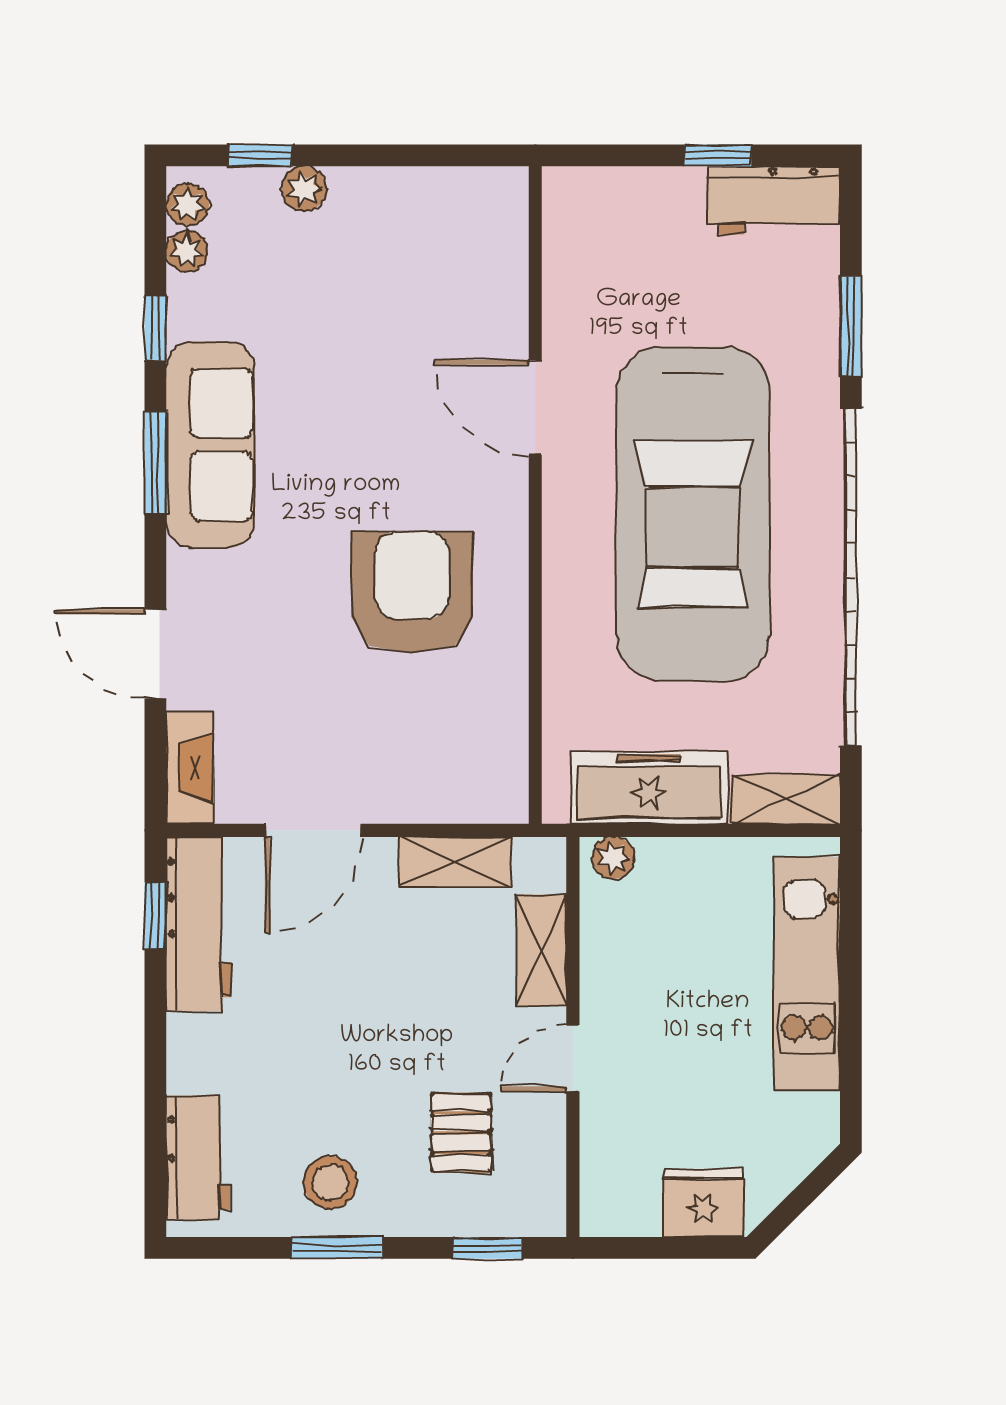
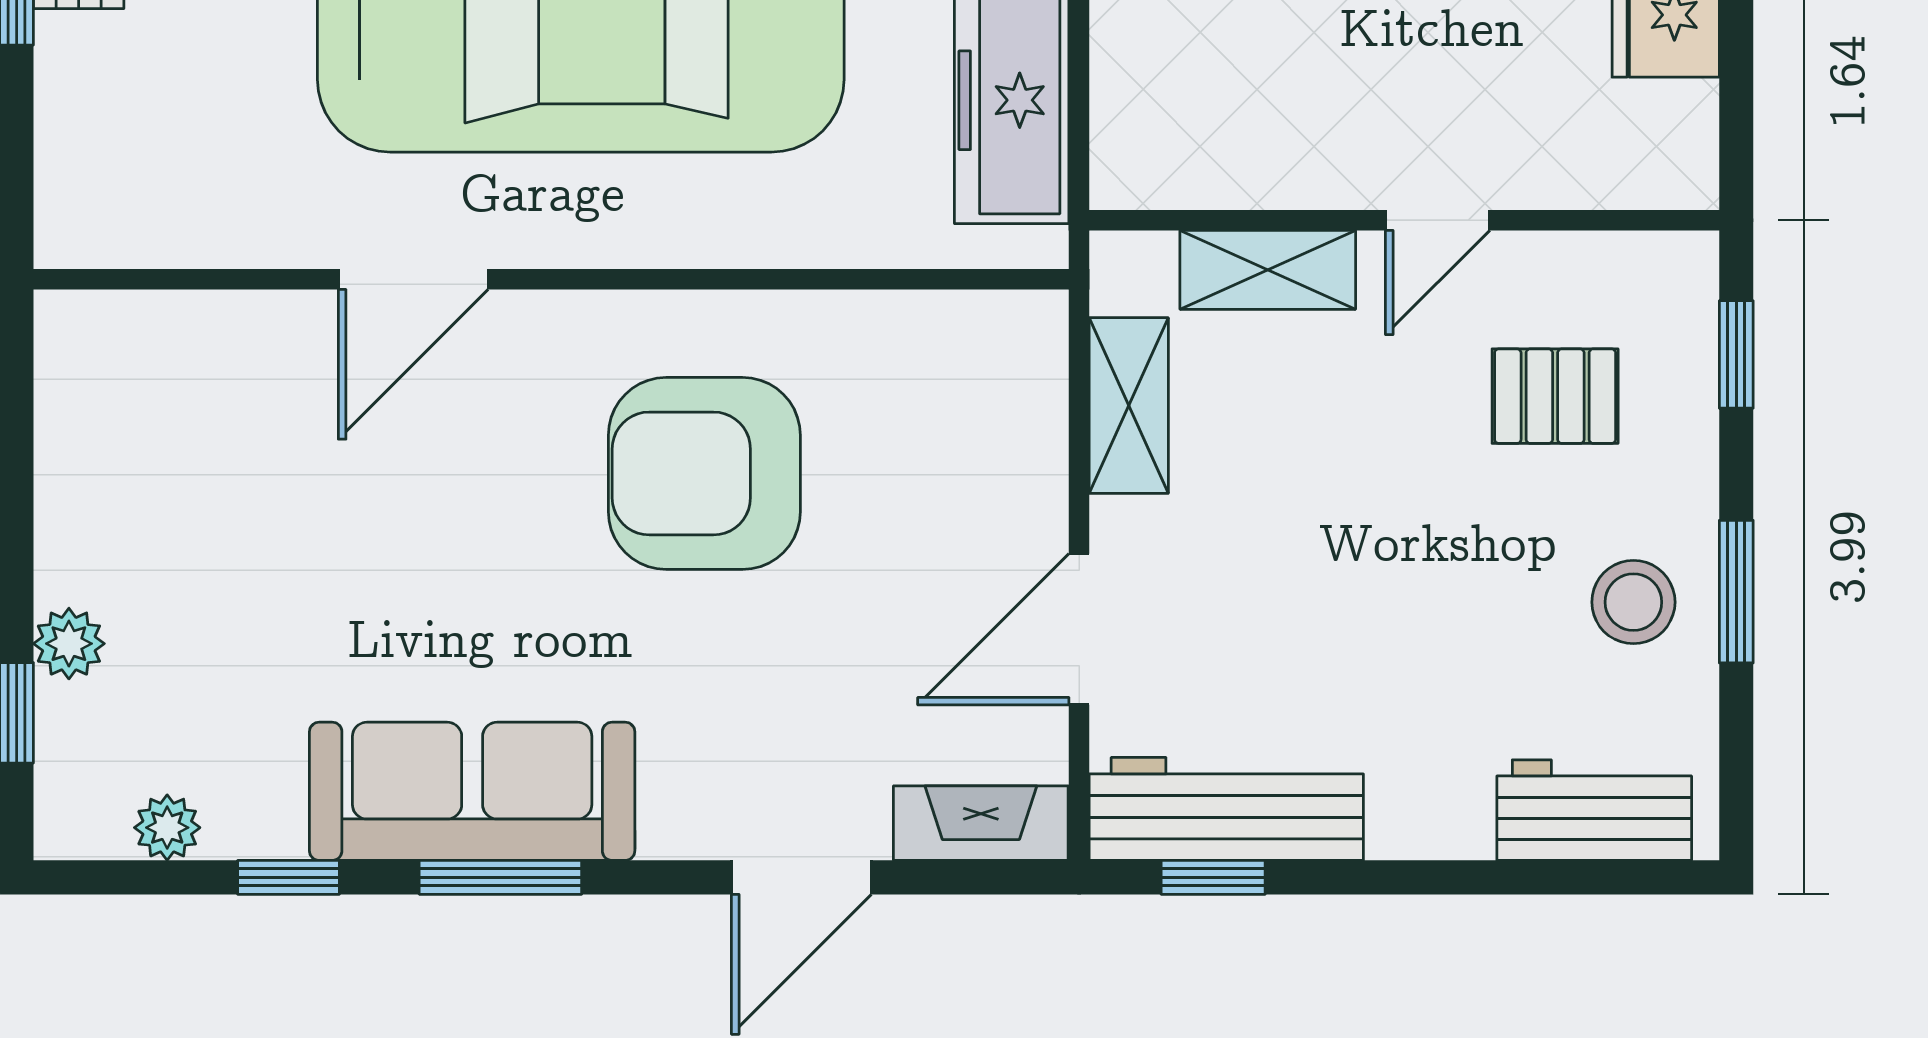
plant: (187, 205) -> (94, 827), removed
door: (313, 830) -> (1079, 629), swing flipped
plant: (613, 858) -> (1122, 157), removed
door: (573, 1058) -> (1438, 220), hinge flipped

